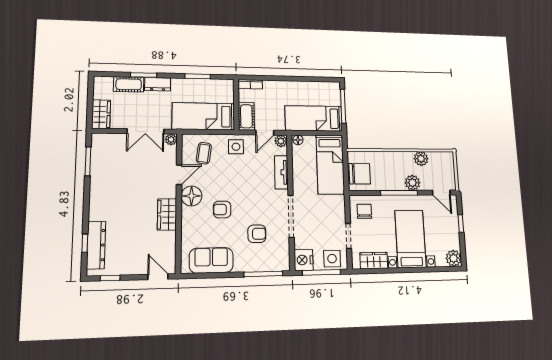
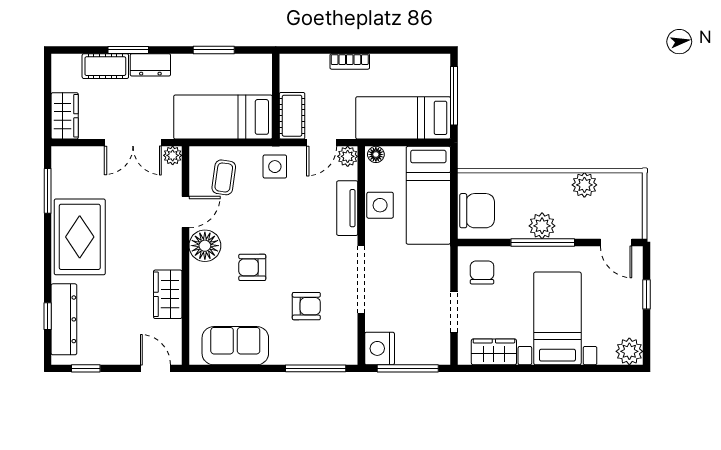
bookcase: (250, 84) -> (350, 61), moved
plant: (412, 183) -> (542, 226), moved
rug: (109, 191) -> (80, 237), added
wardrobe: (167, 214) -> (168, 294), moved
side table: (332, 259) -> (380, 205), moved

